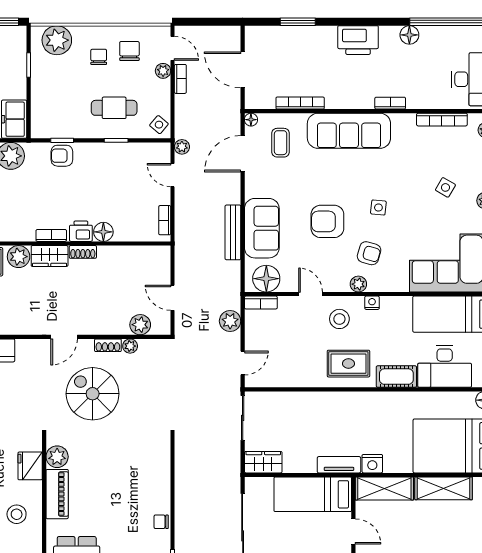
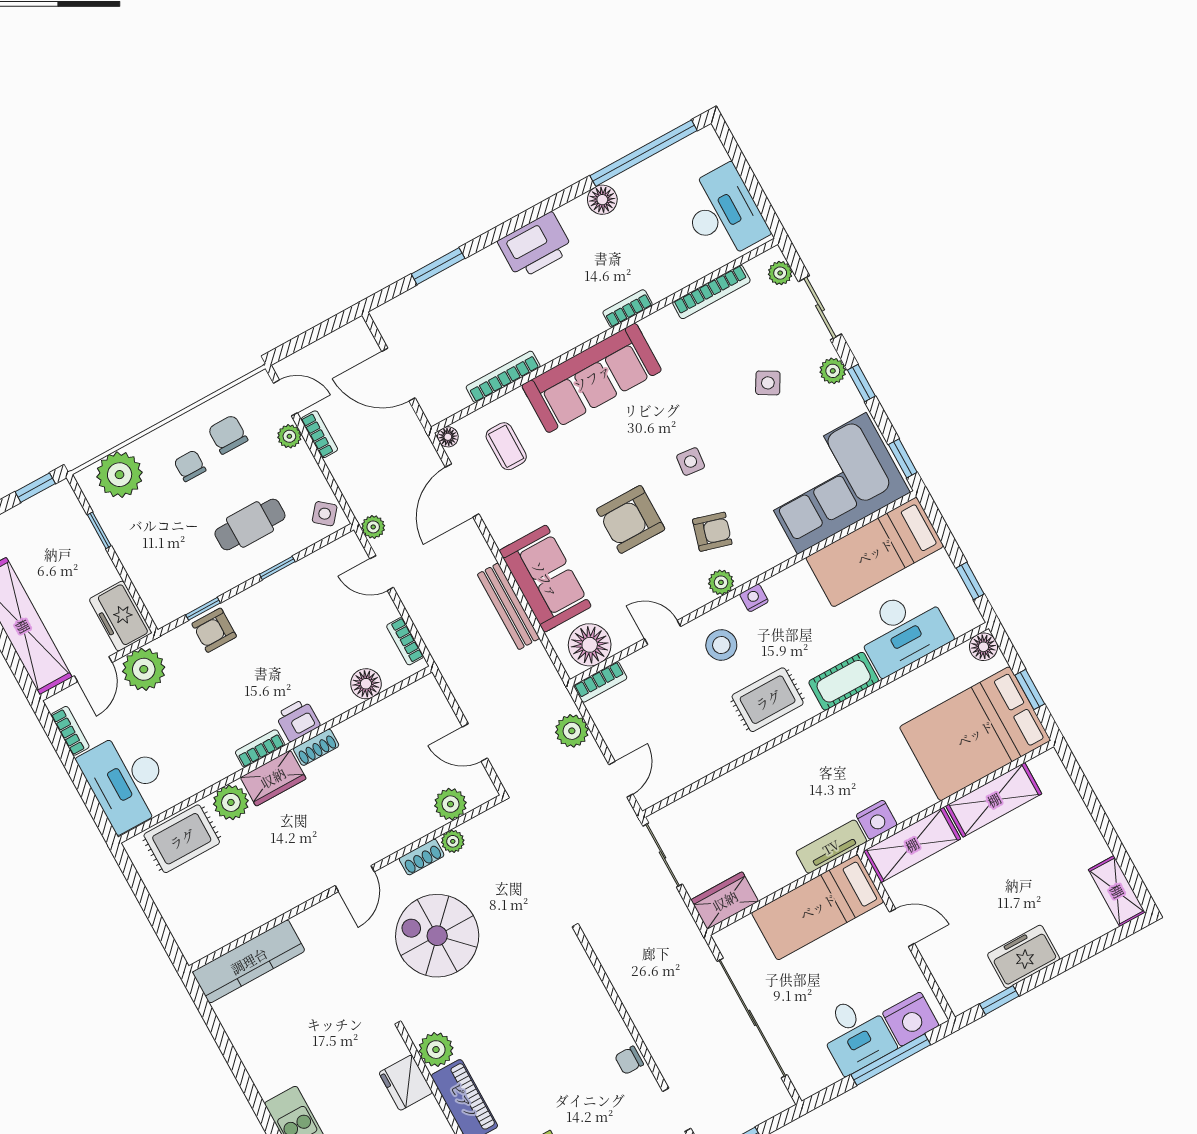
floor lamp: (103, 232) -> (366, 684), moved

